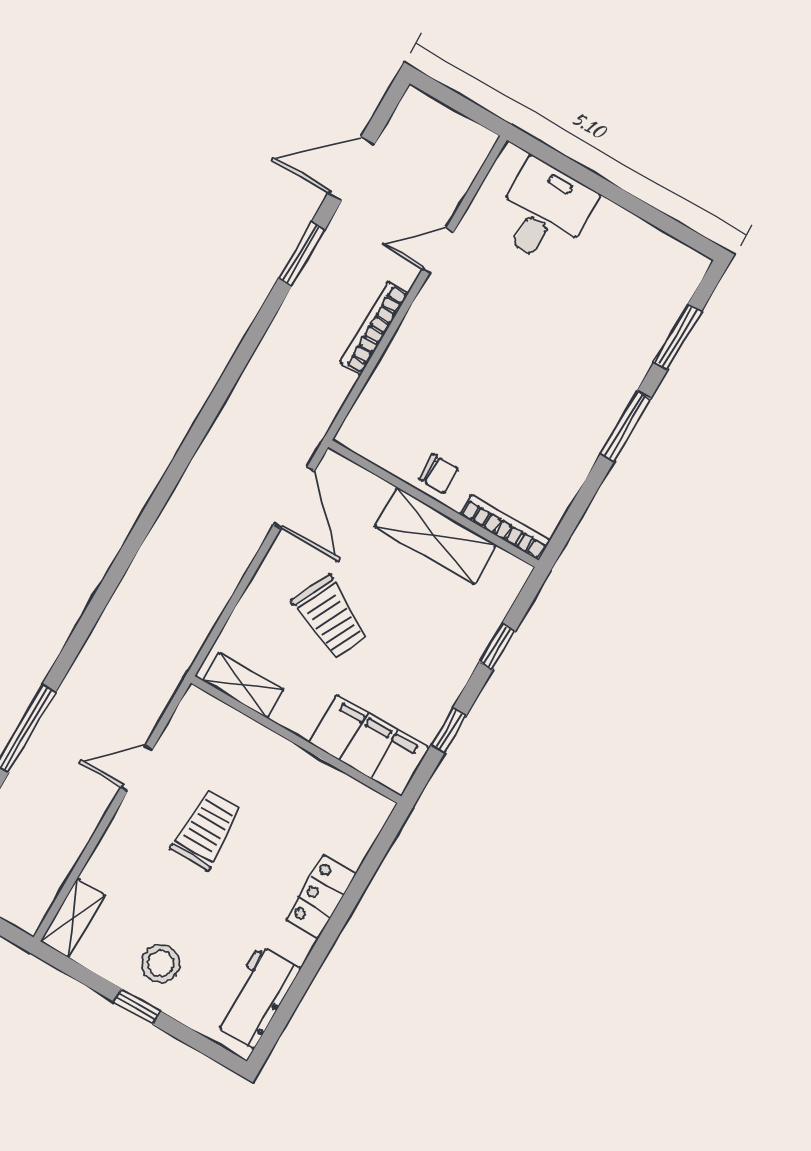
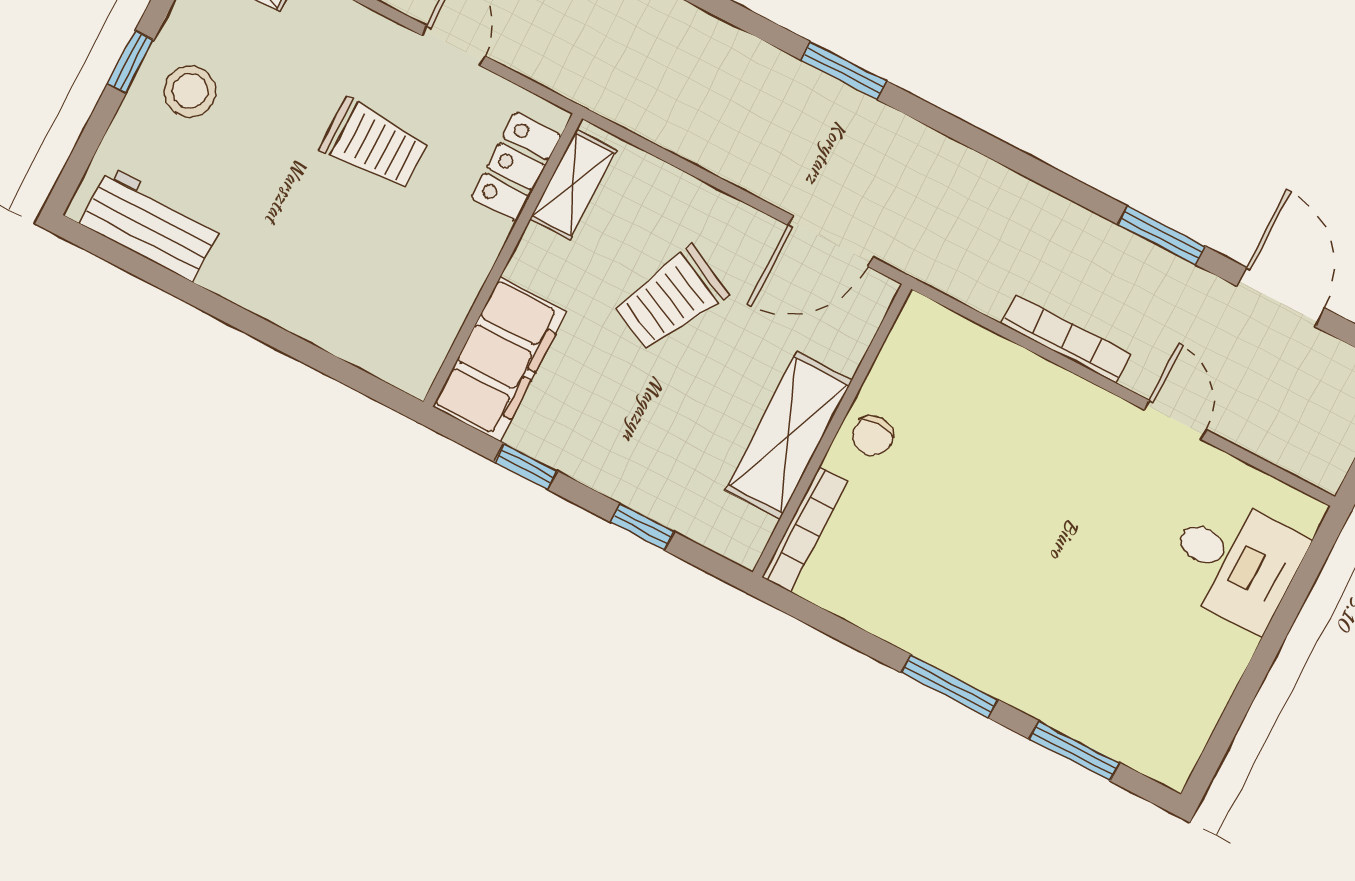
window: (169, 482) -> (844, 71), added
locker: (321, 897) -> (516, 167), moved, turned -90

